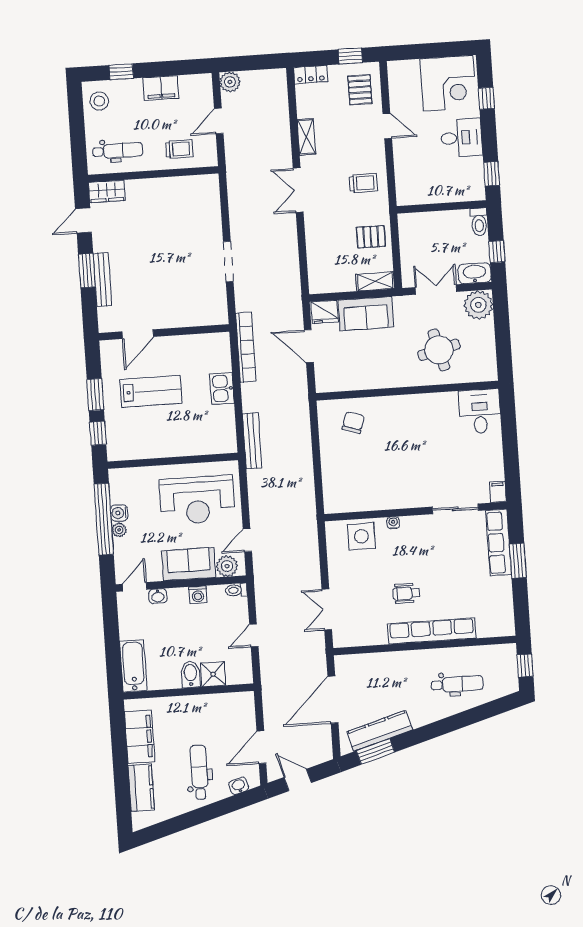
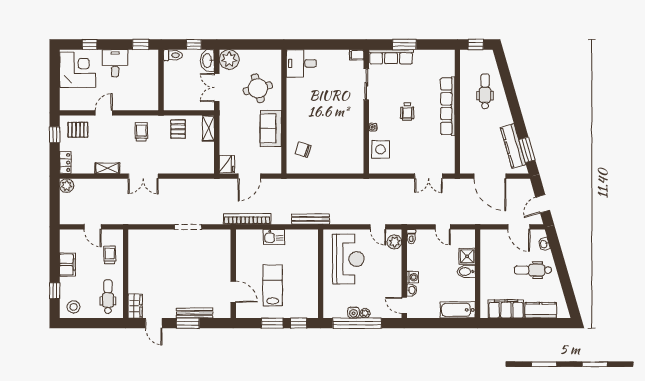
plant: (230, 82) -> (67, 186), moved
sofa: (366, 314) -> (271, 129), moved, turned 180
sofa: (189, 564) -> (391, 268), removed
wheelchair: (406, 593) -> (407, 111), moved
washing machine: (198, 595) -> (413, 277), moved

